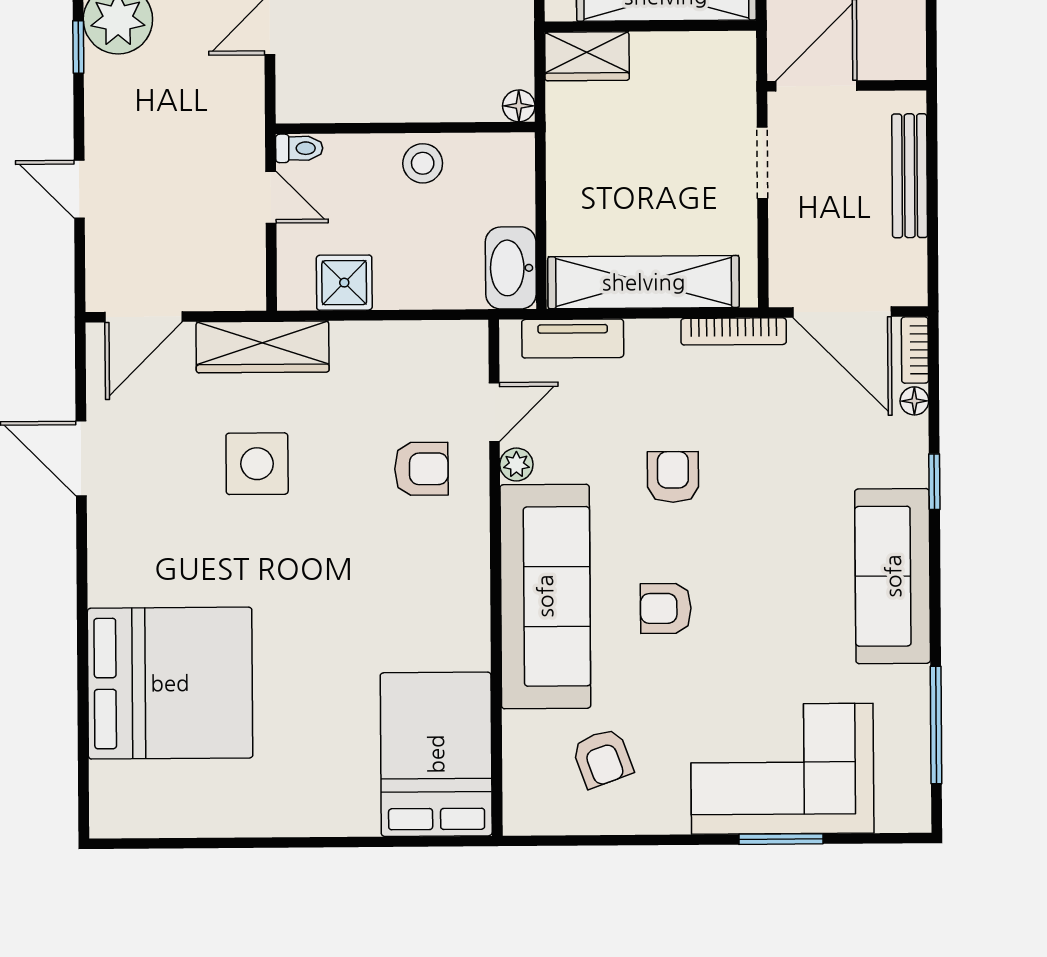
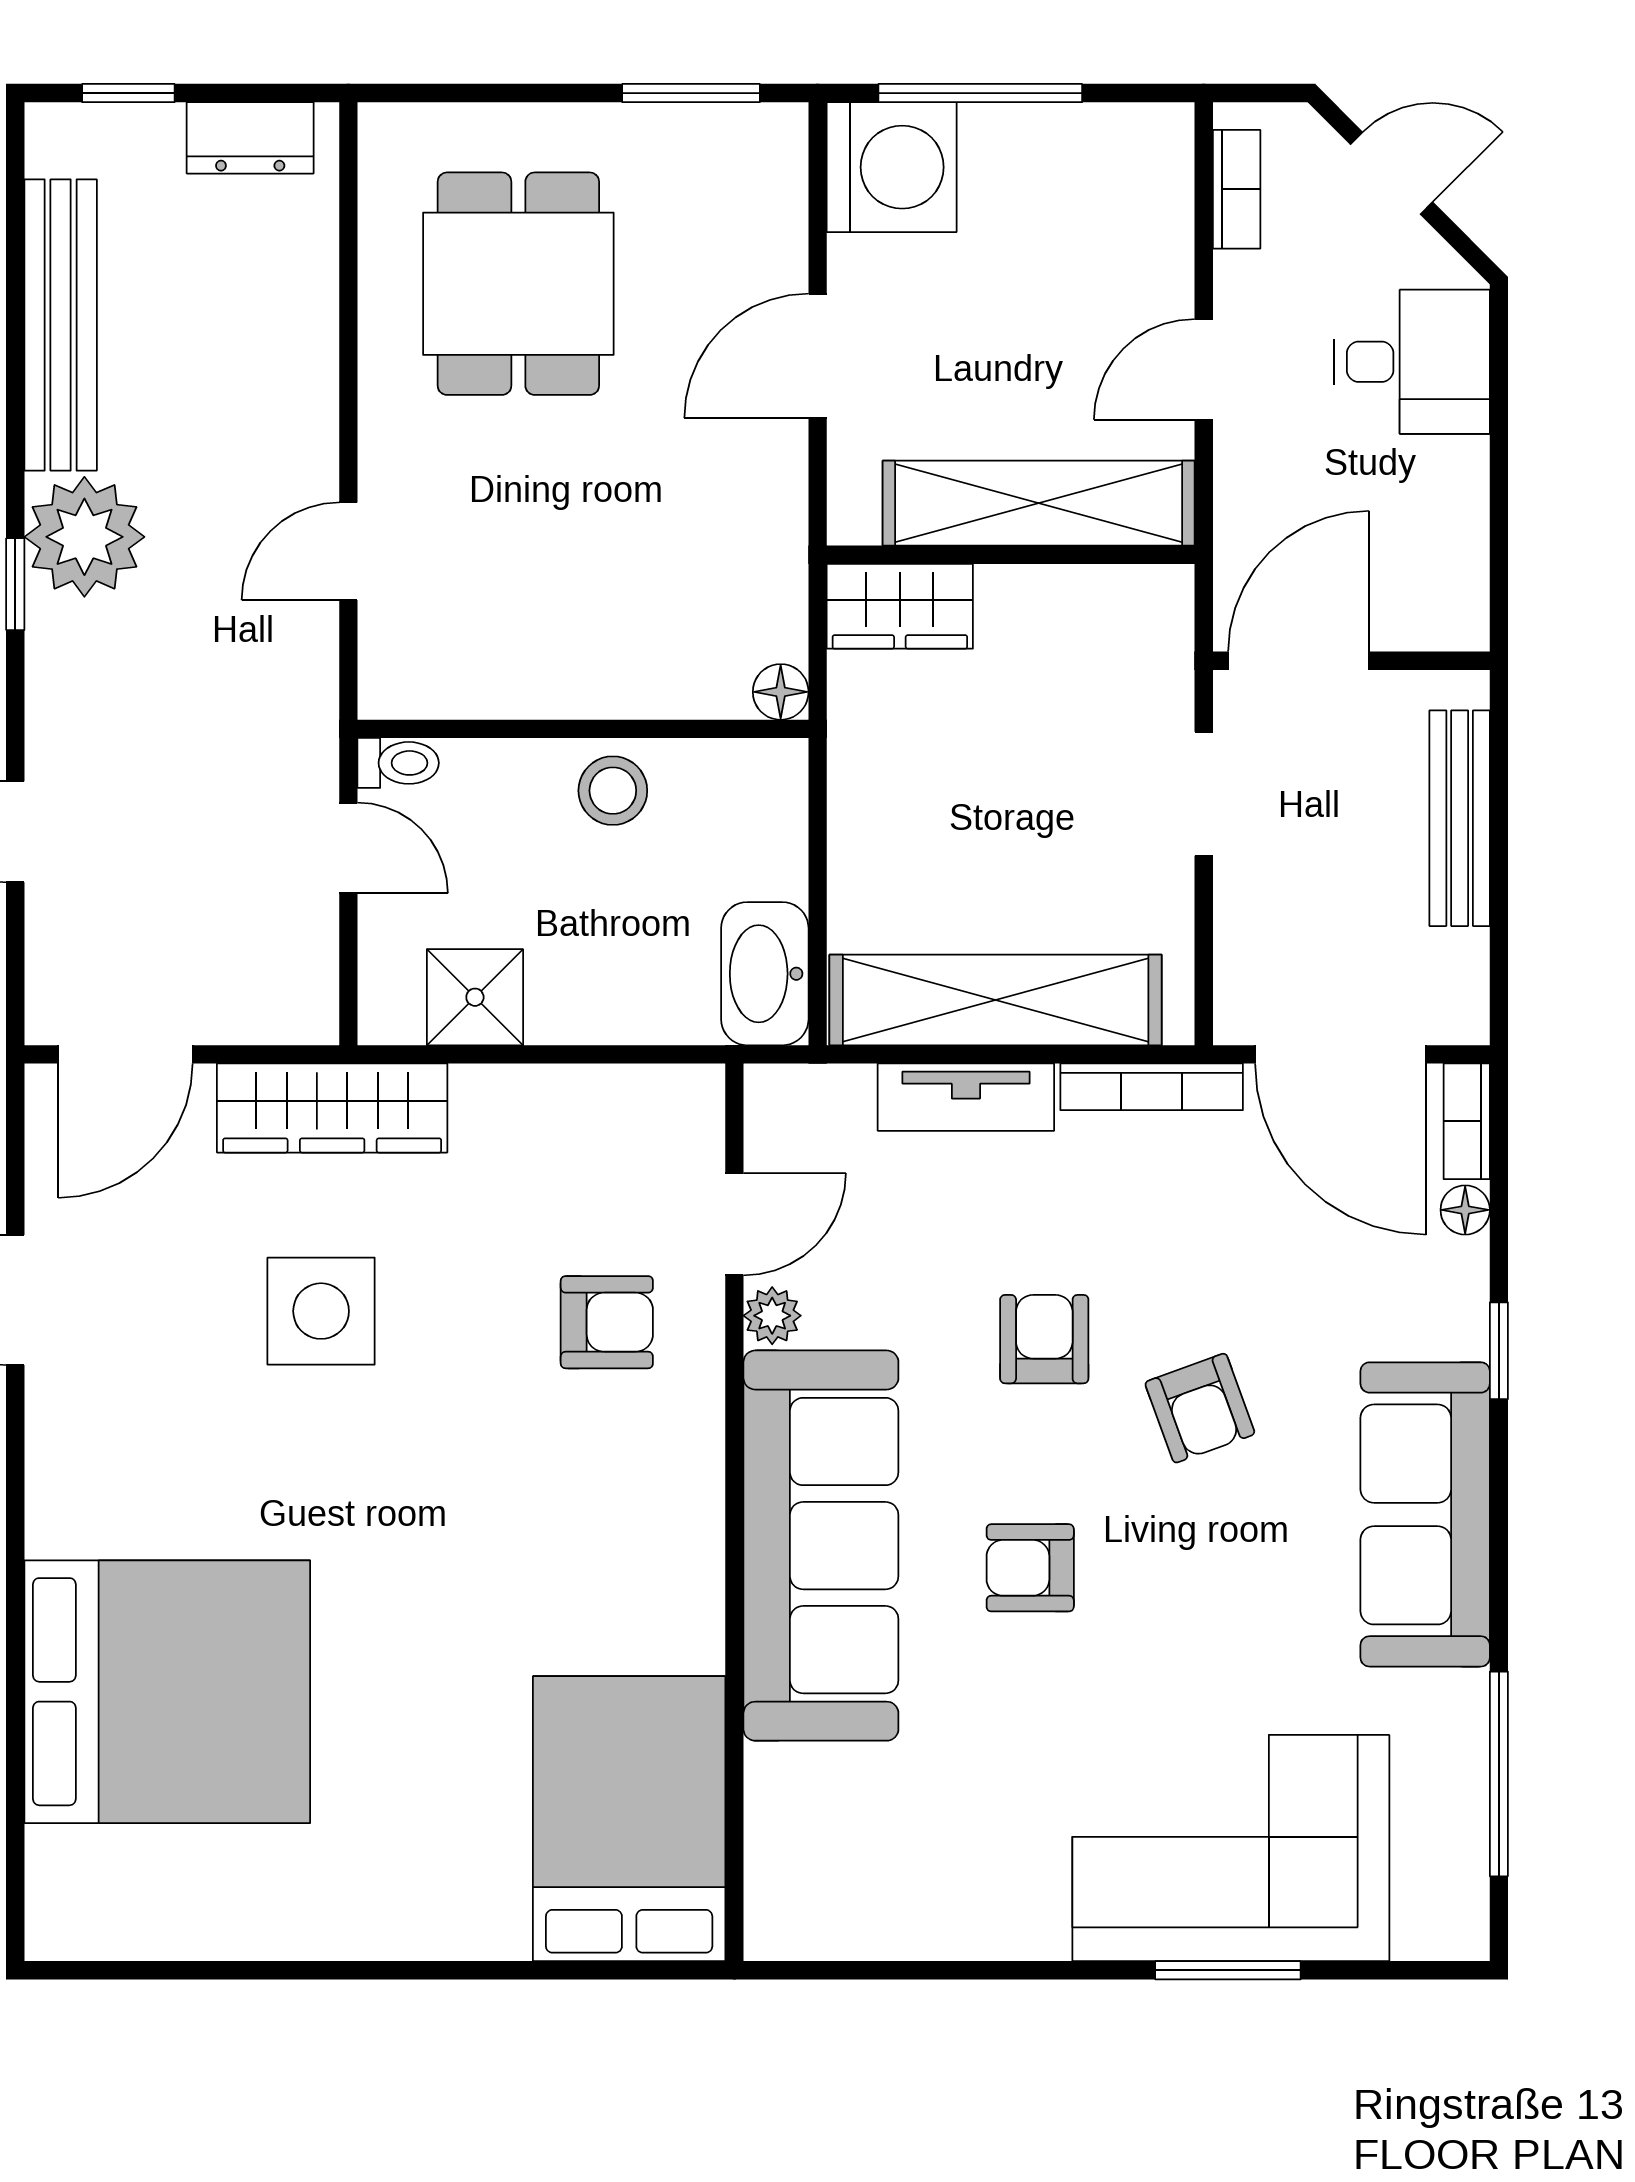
tv unit: (573, 338) -> (966, 1097), moved
armchair: (602, 758) -> (1200, 1408), moved

